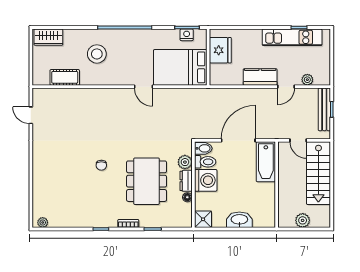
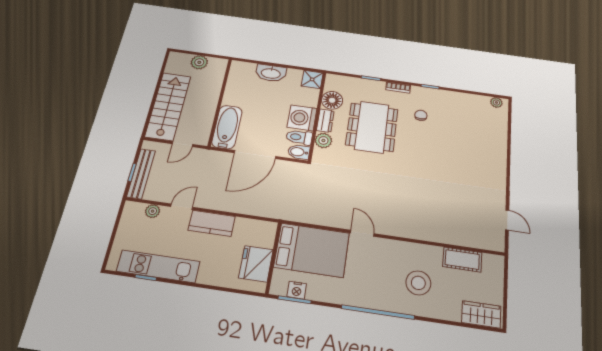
door: (298, 140) -> (183, 144), swing flipped
chair: (101, 165) -> (421, 115), moved
floor lamp: (187, 197) -> (332, 100), width x1.89, depth x1.89

